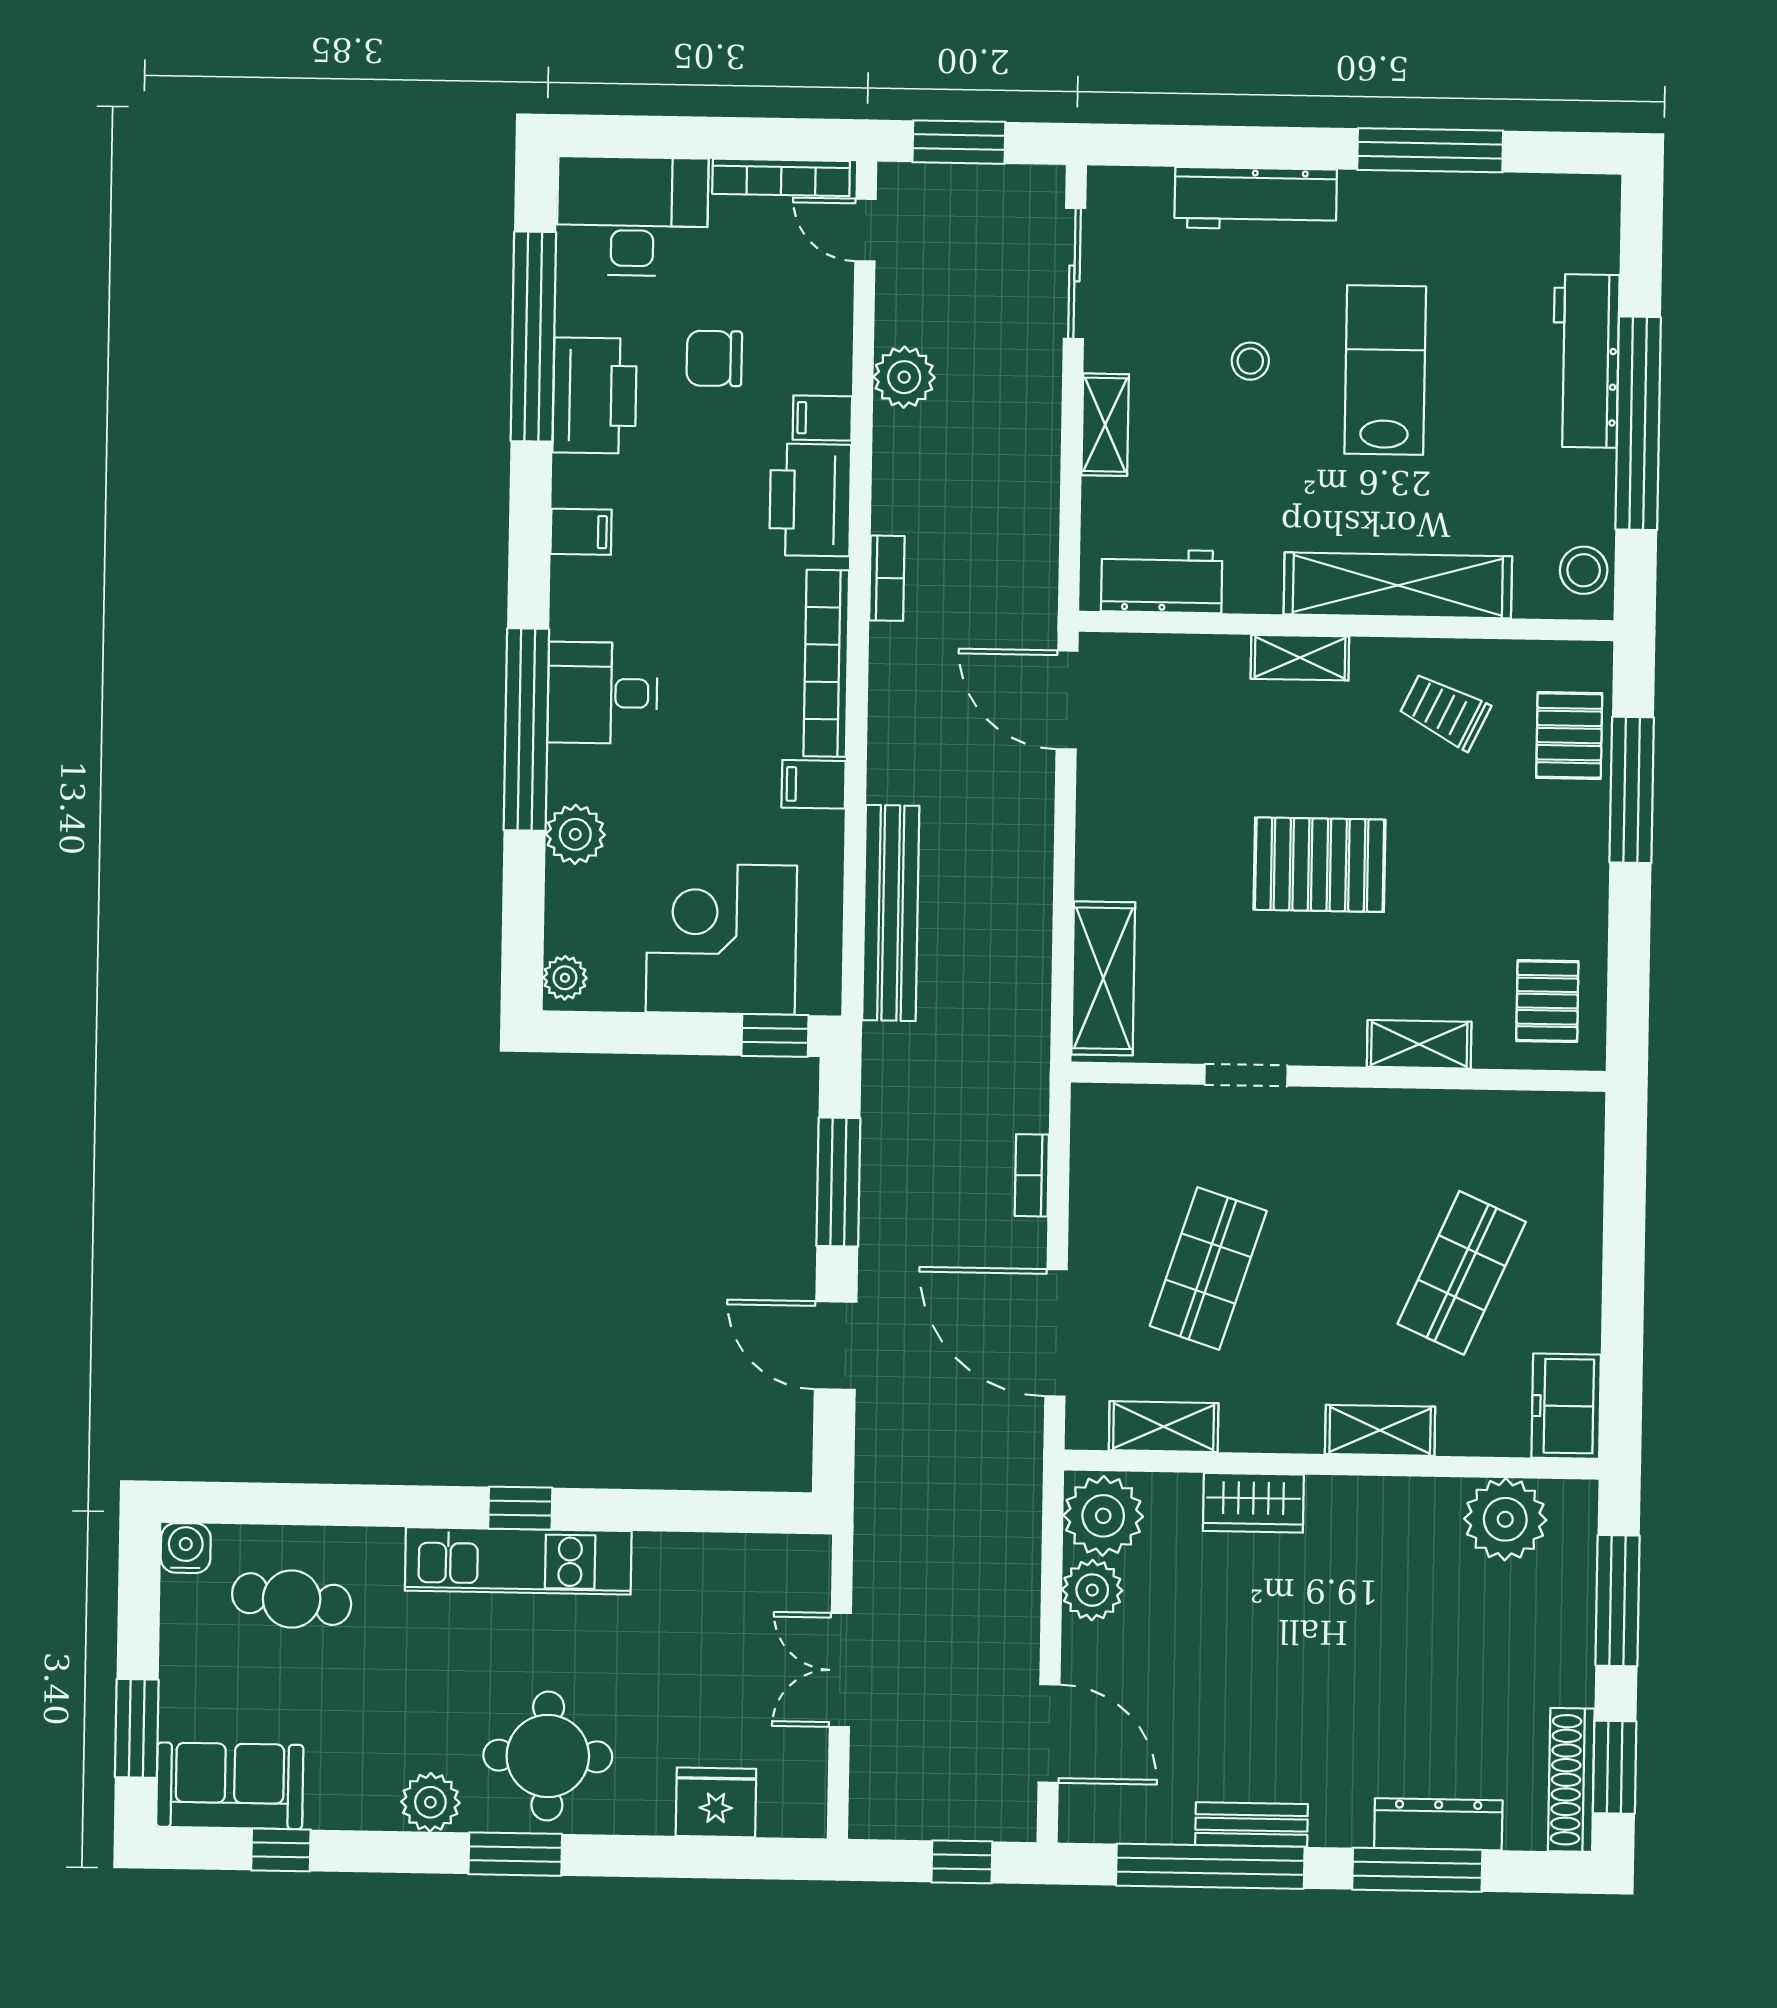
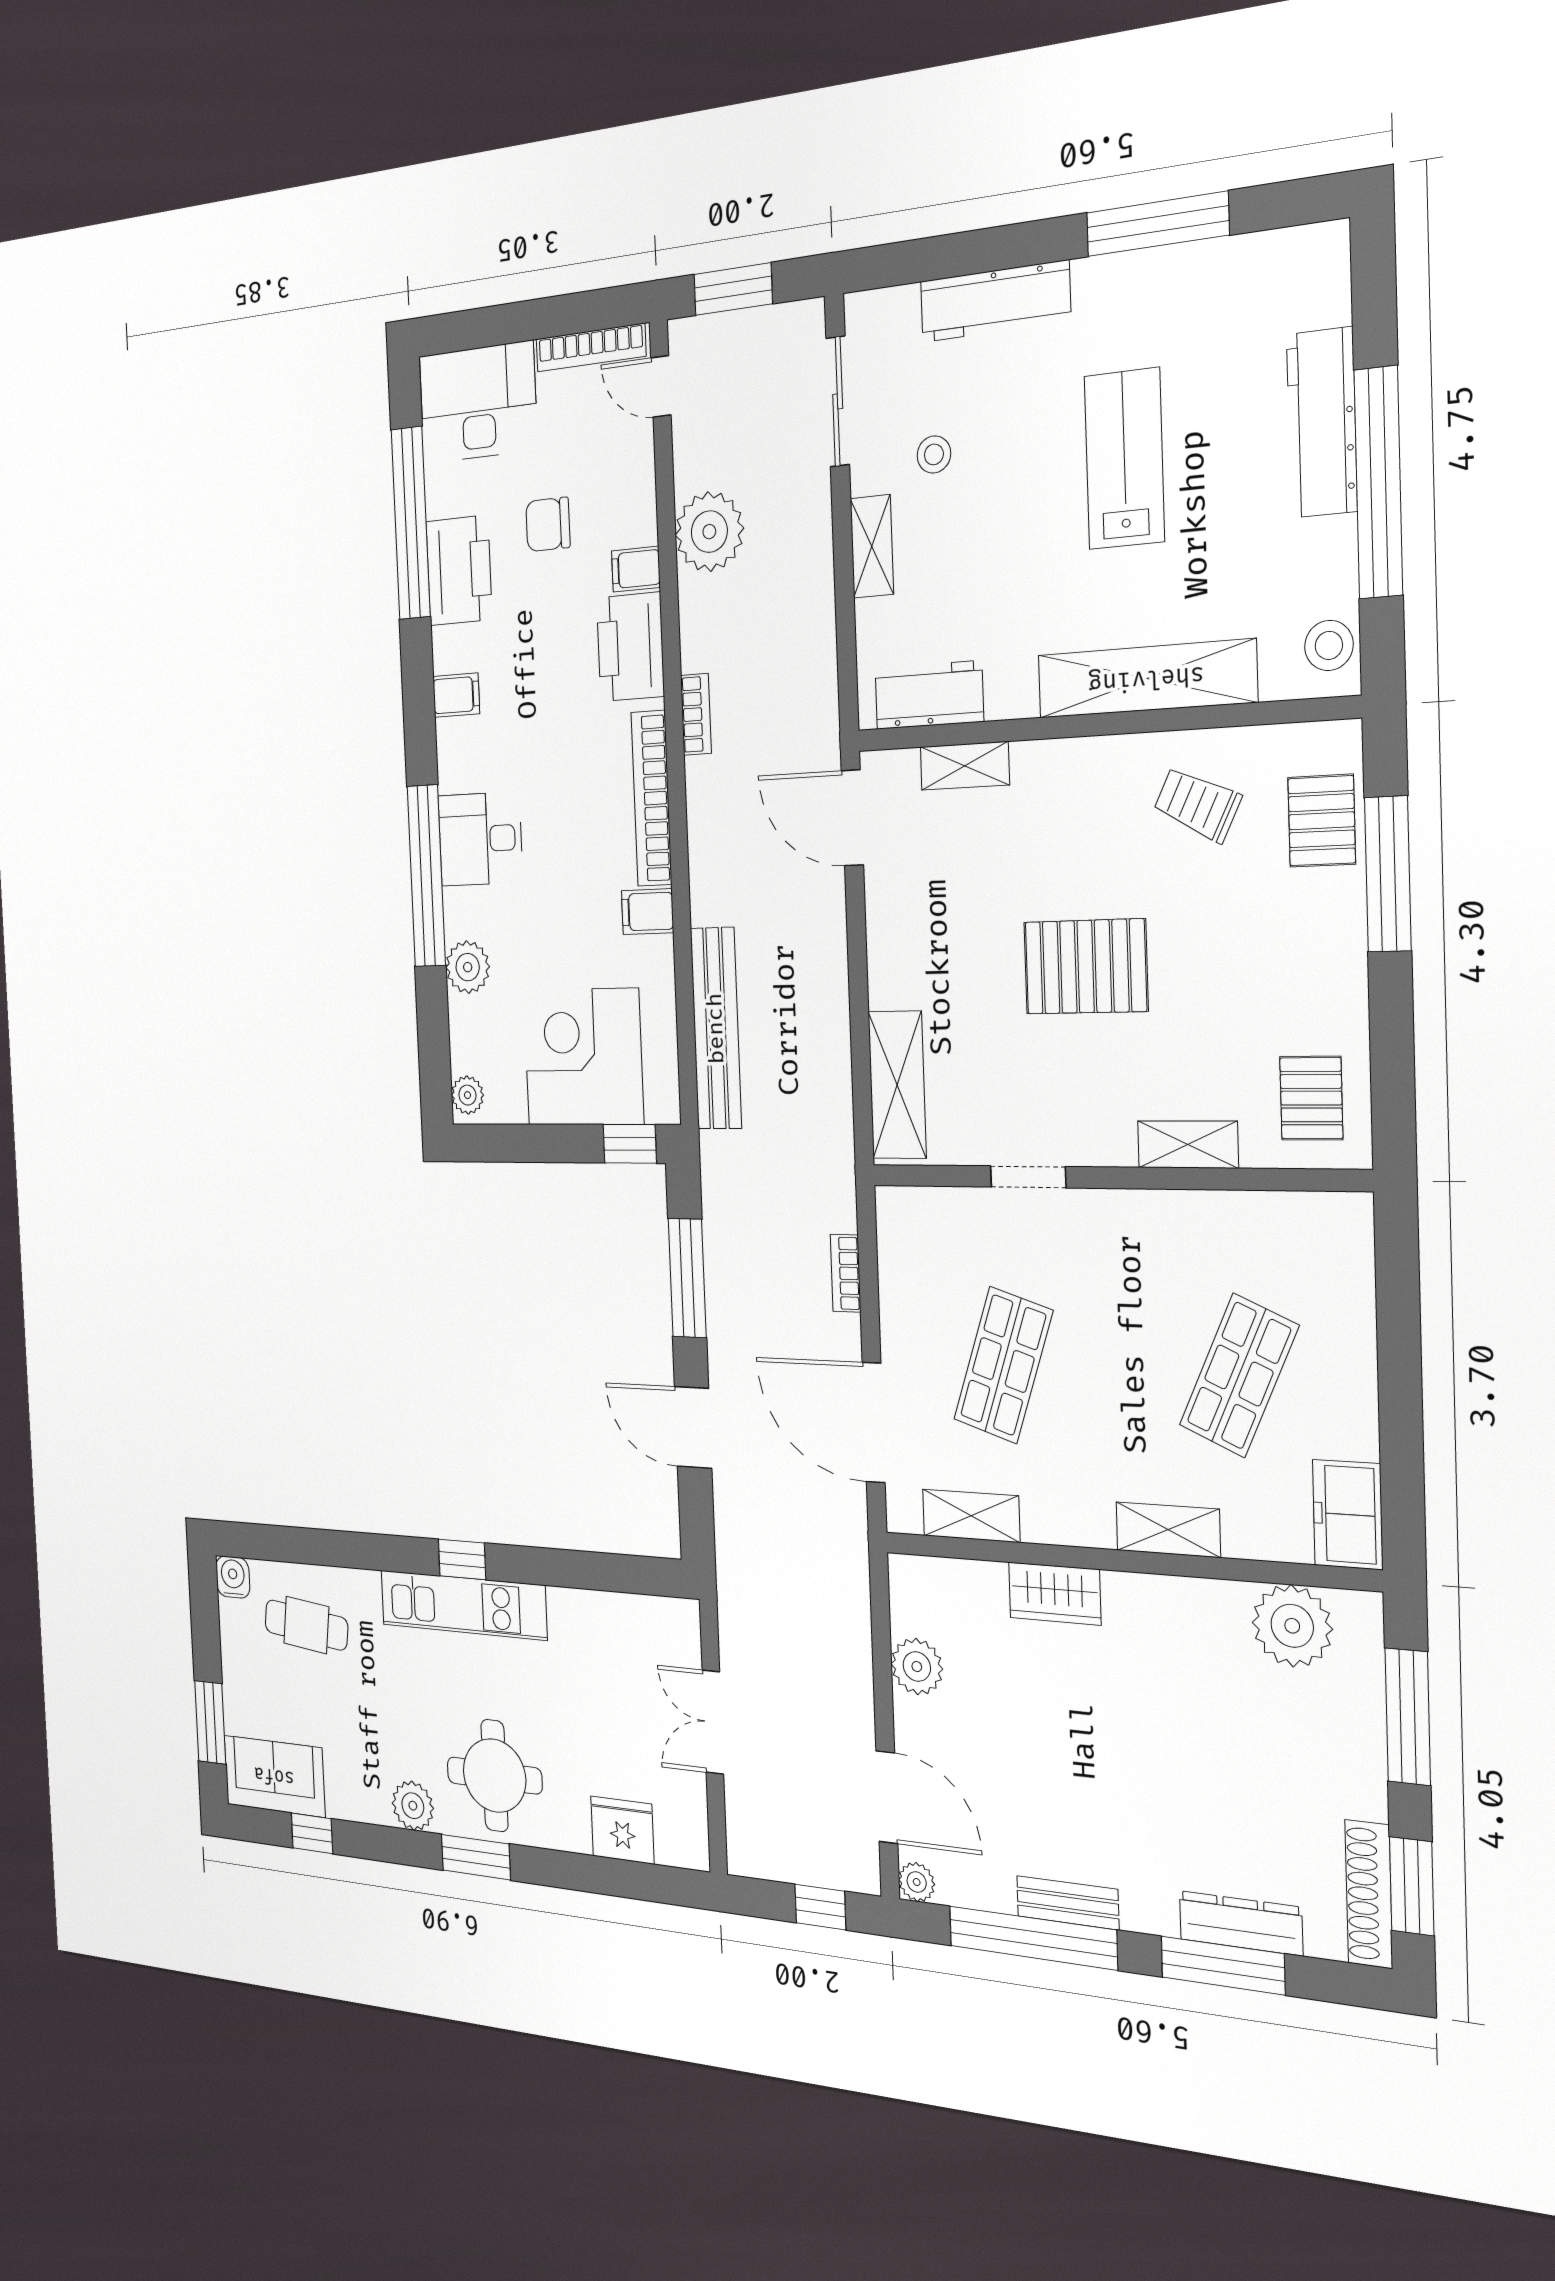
stool: (1250, 361) -> (934, 454), moved
plant: (904, 377) -> (709, 532), width x1.36, depth x1.36
shelving: (1300, 658) -> (965, 766), moved
plant: (1103, 1516) -> (917, 1882), moved, width x0.53, depth x0.53

